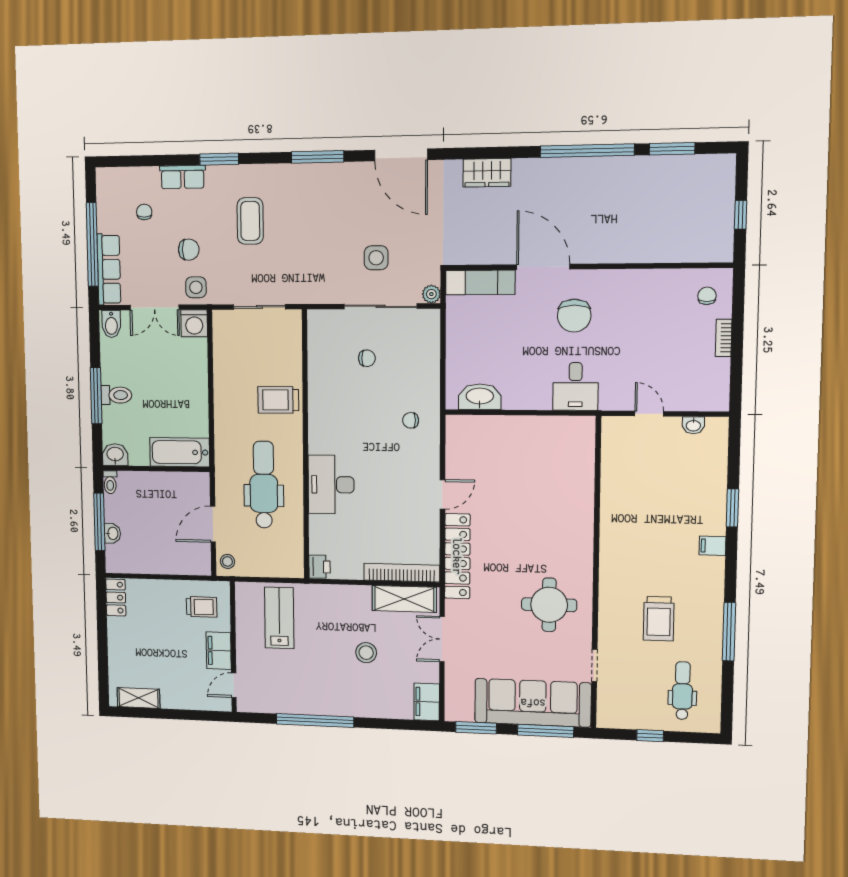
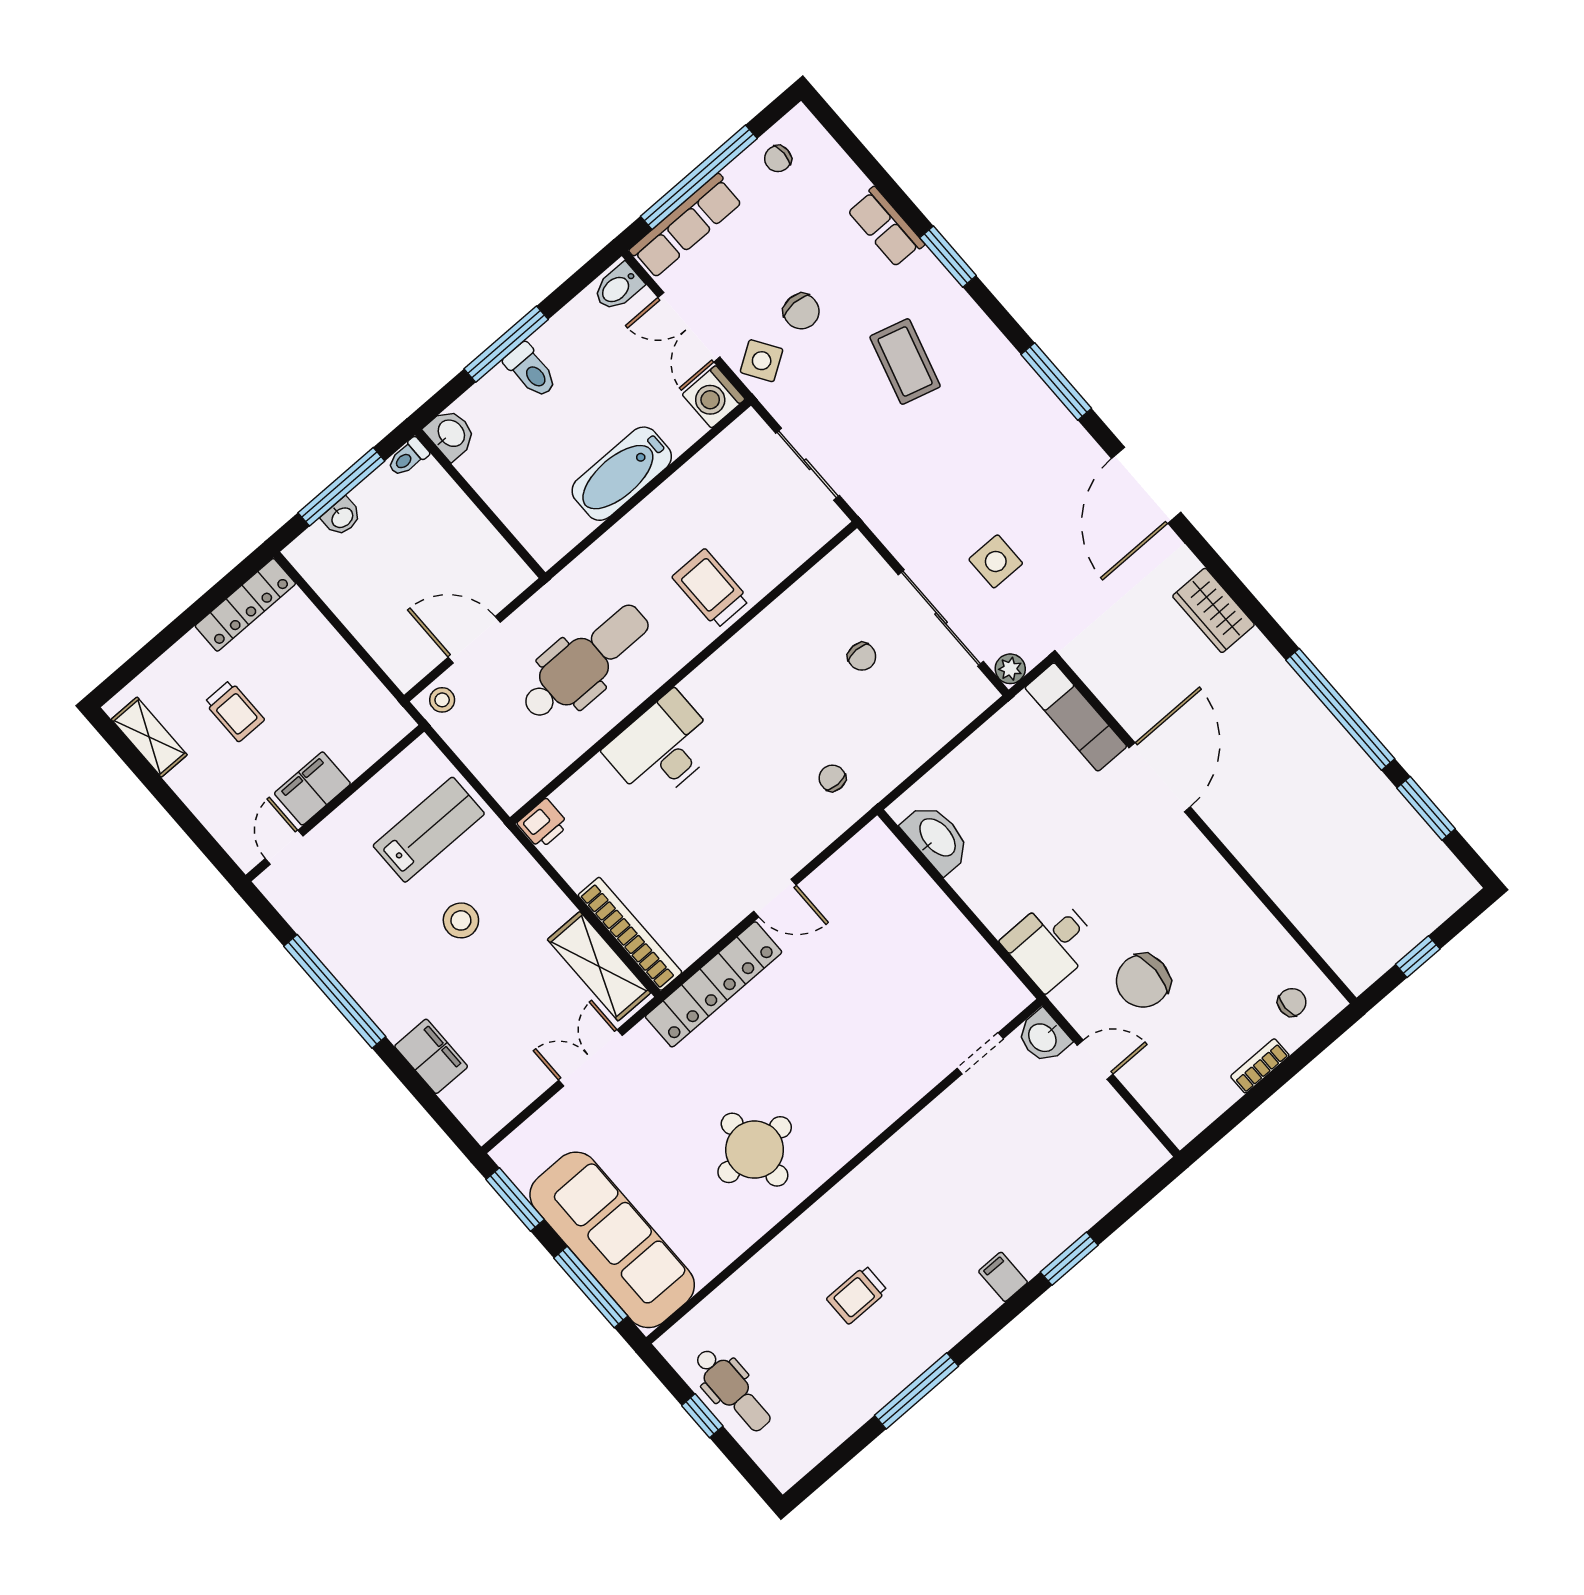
chair: (144, 212) -> (778, 159), moved, turned 180
coffee table: (250, 221) -> (905, 362), turned -74
side table: (196, 287) -> (762, 361), turned -33
chair: (574, 316) -> (1143, 981), moved
door: (649, 414) -> (1095, 1060), hinge flipped
washbasin: (693, 425) -> (1043, 1037), moved, width x1.38, depth x1.45
bathtub: (180, 452) -> (622, 474), moved, turned -90
locker: (116, 597) -> (245, 605), width x1.53
trolley: (202, 607) -> (234, 711), moved
trolley: (659, 619) -> (857, 1295), width x0.73, depth x0.72
stool: (366, 653) -> (461, 920), moved
doorway: (594, 665) -> (980, 1053), moved
door: (234, 685) -> (284, 847), hinge flipped
dental chair: (682, 691) -> (733, 1390), moved, turned 90
filing cabinet: (427, 702) -> (431, 1056), moved, turned 90

